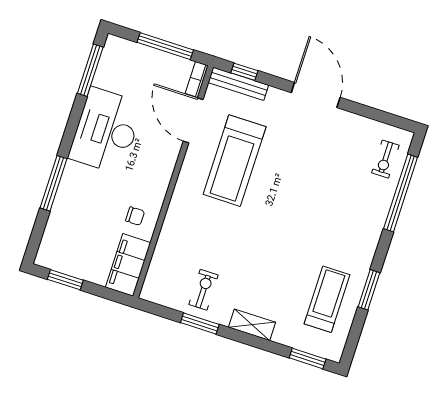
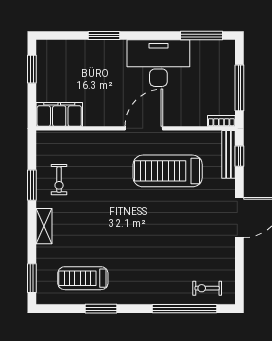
door: (193, 120) -> (144, 128), moved
window: (54, 183) -> (104, 36), width x0.69
chair: (135, 216) -> (99, 107), removed
exercise bike: (204, 290) -> (59, 180), turned 90
treadmill: (327, 299) -> (83, 278), turned 180

